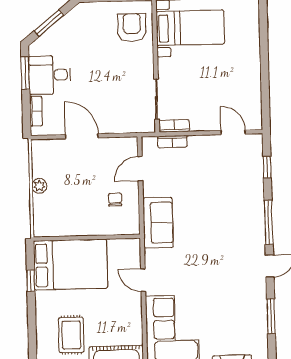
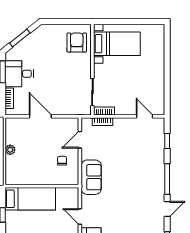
bed: (70, 265) -> (30, 199), width x0.67

